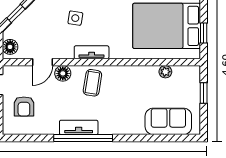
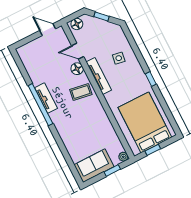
tv unit: (92, 52) -> (99, 76), width x1.41
plant: (165, 72) -> (123, 157), moved
armchair: (24, 106) -> (41, 54), removed
sofa: (168, 121) -> (94, 166), moved, turned -90

